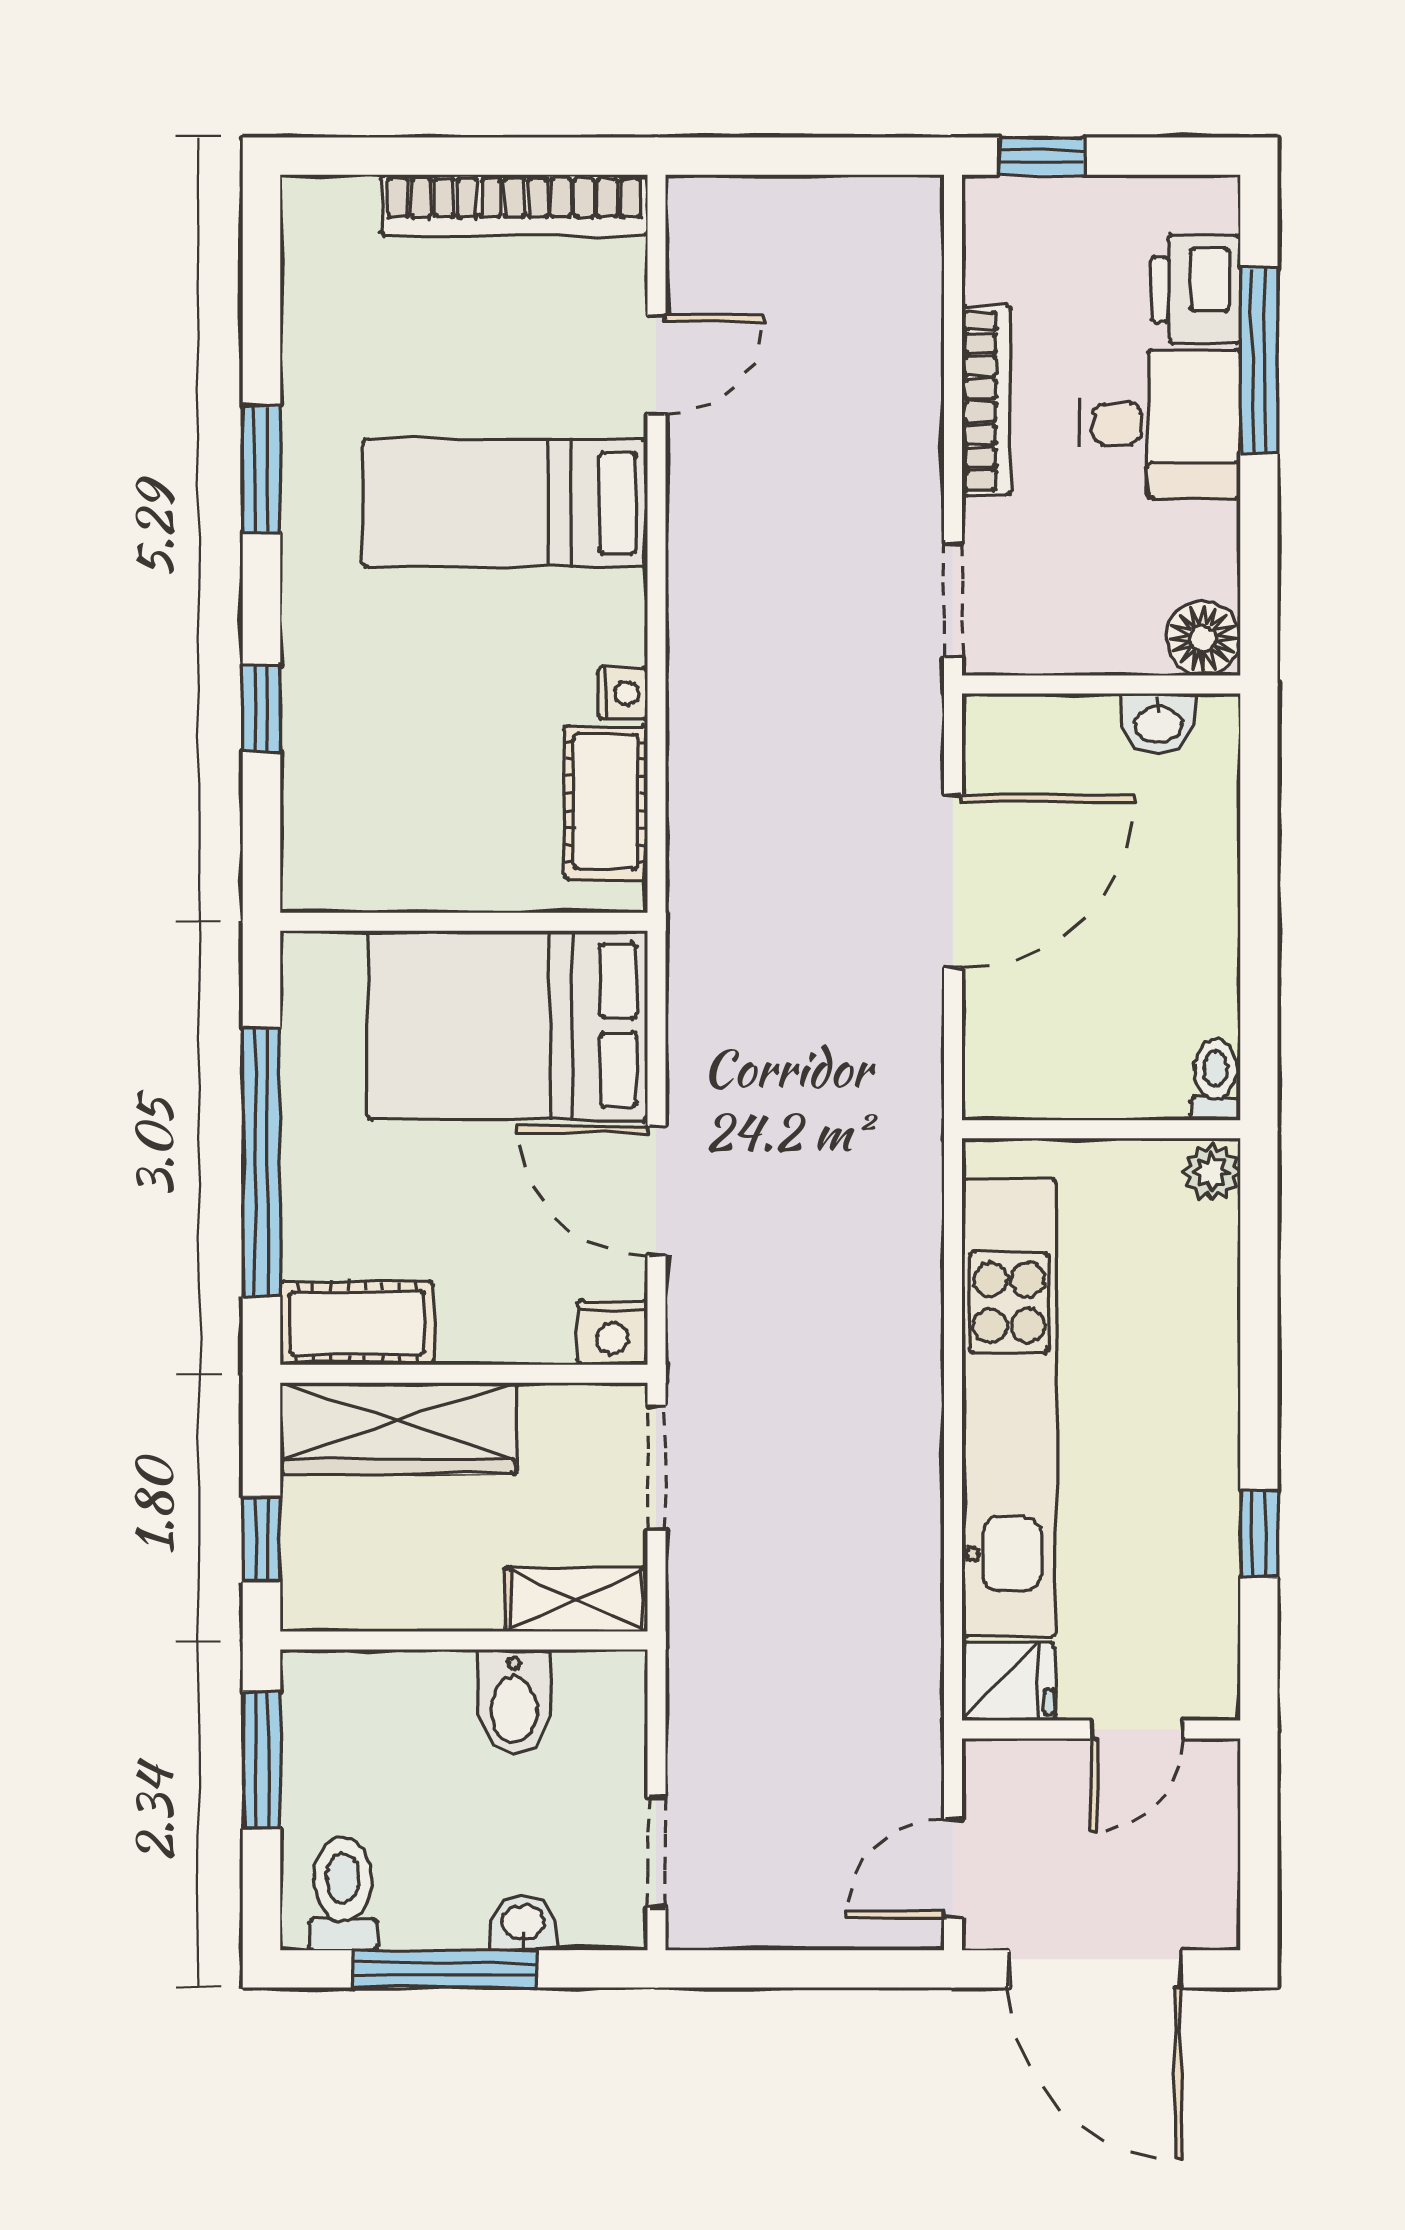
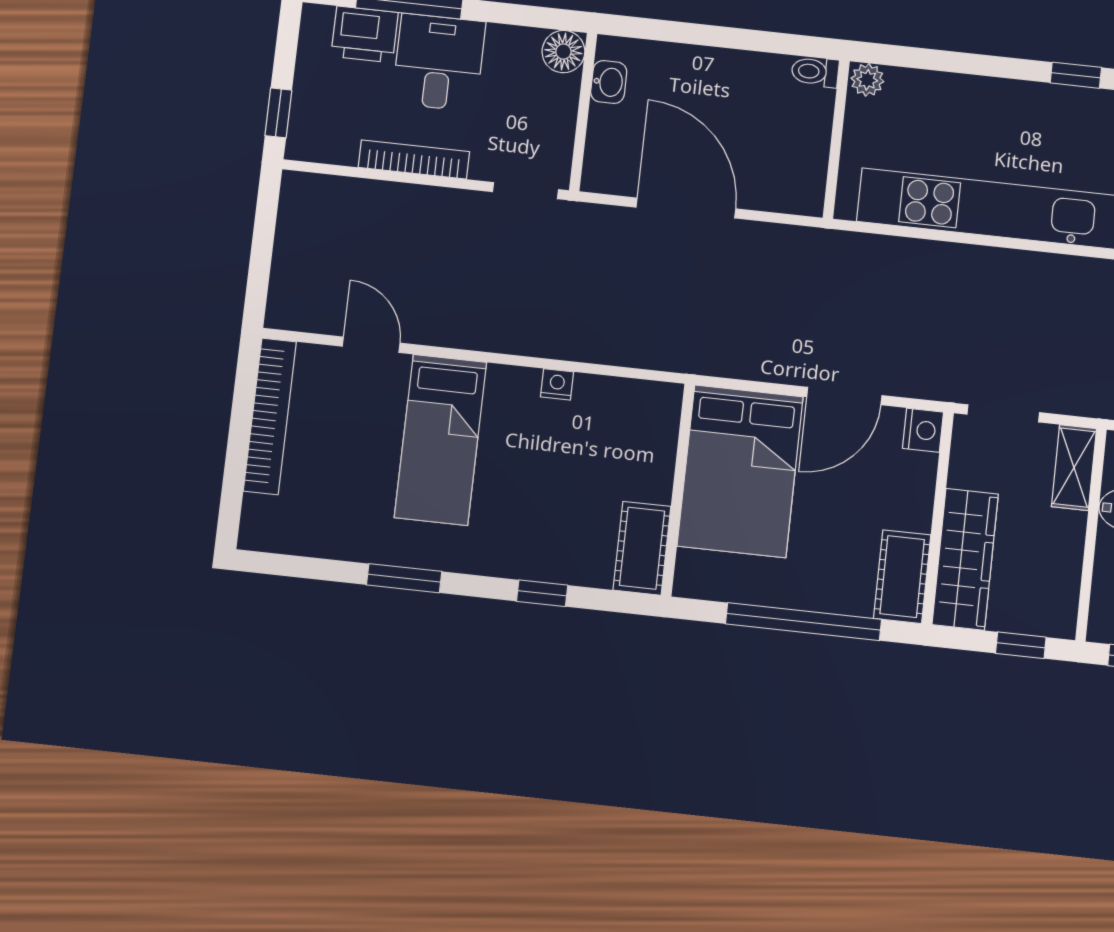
cot: (606, 802) -> (642, 548), moved, turned 90

